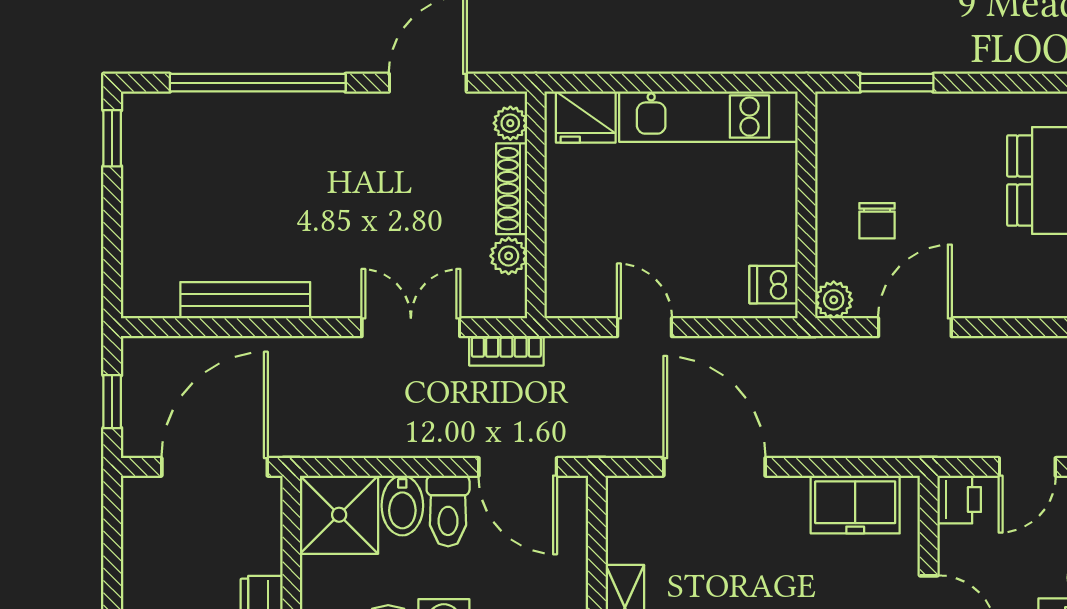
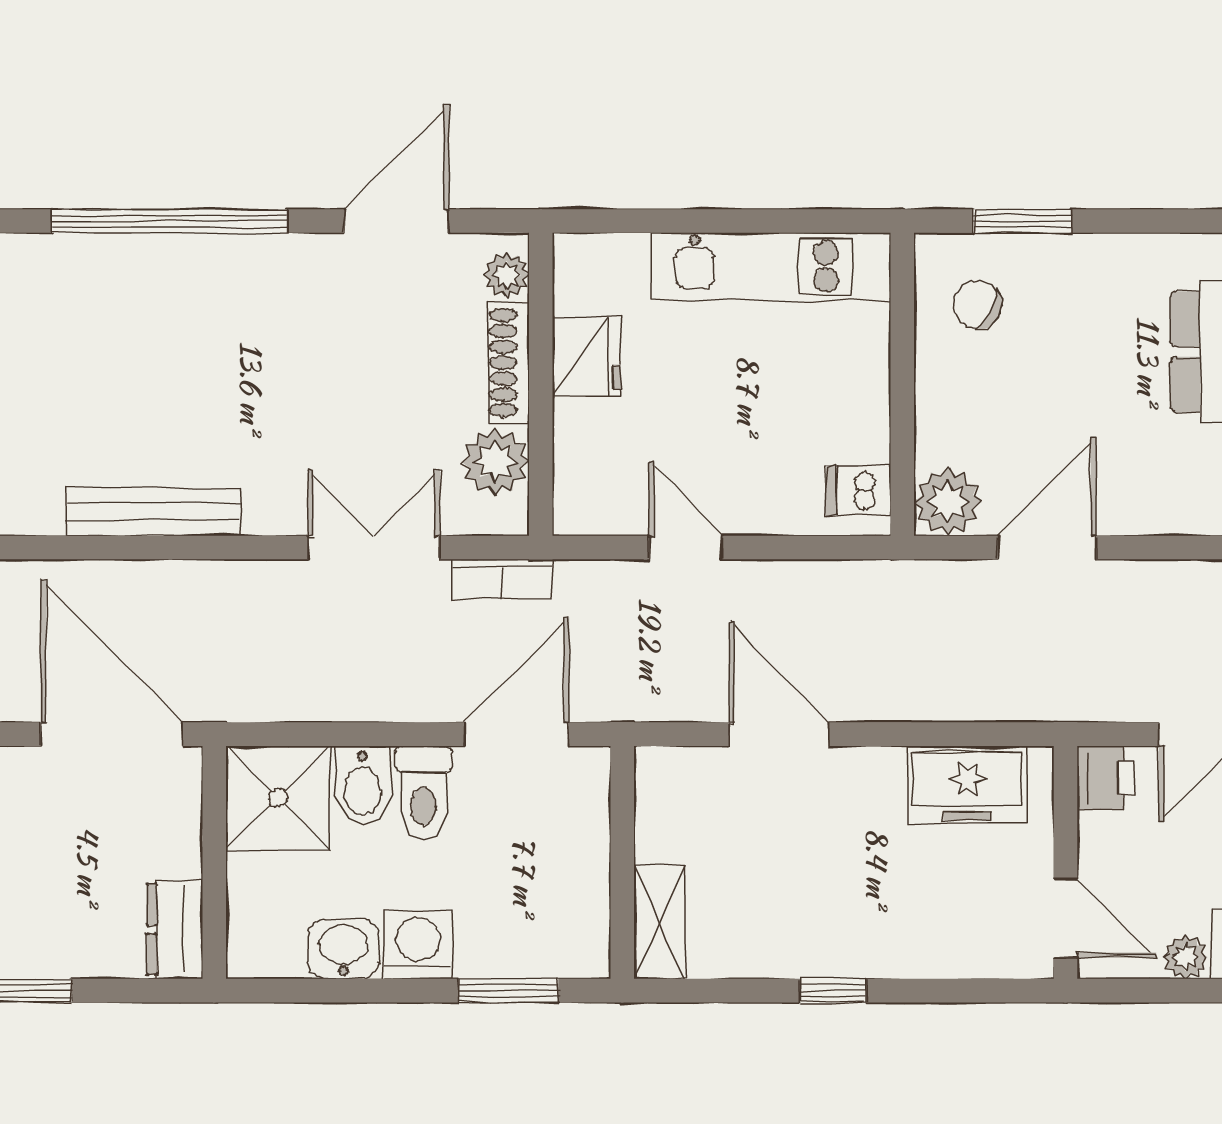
fridge: (586, 117) -> (587, 357), moved, turned -90
chair: (877, 221) -> (977, 305), moved, turned 117
plant: (509, 256) -> (495, 462), width x1.38, depth x1.38
plant: (834, 300) -> (948, 502), width x1.38, depth x1.38
door: (215, 467) -> (112, 734), hinge flipped
door: (518, 467) -> (517, 734), swing flipped
door: (714, 467) -> (779, 734), width x0.73

